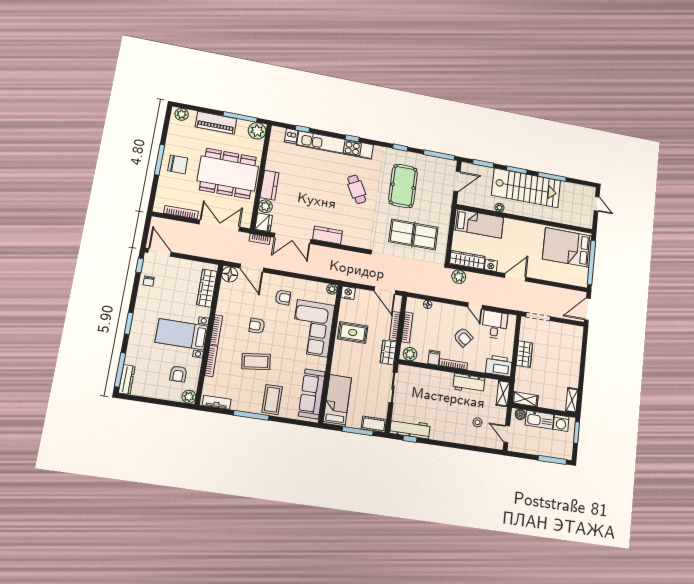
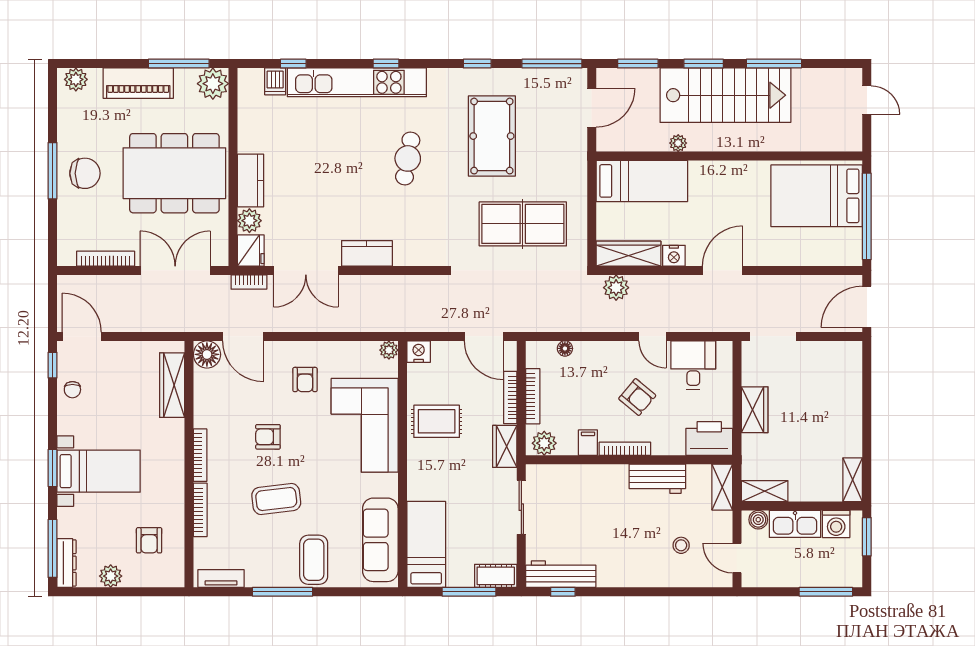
cafe table: (357, 189) -> (408, 158), turned 38
armchair: (283, 297) -> (305, 380), turned 90
bed with nightstands: (181, 334) -> (99, 471), moved, turned 180
plant: (189, 397) -> (111, 576), moved

